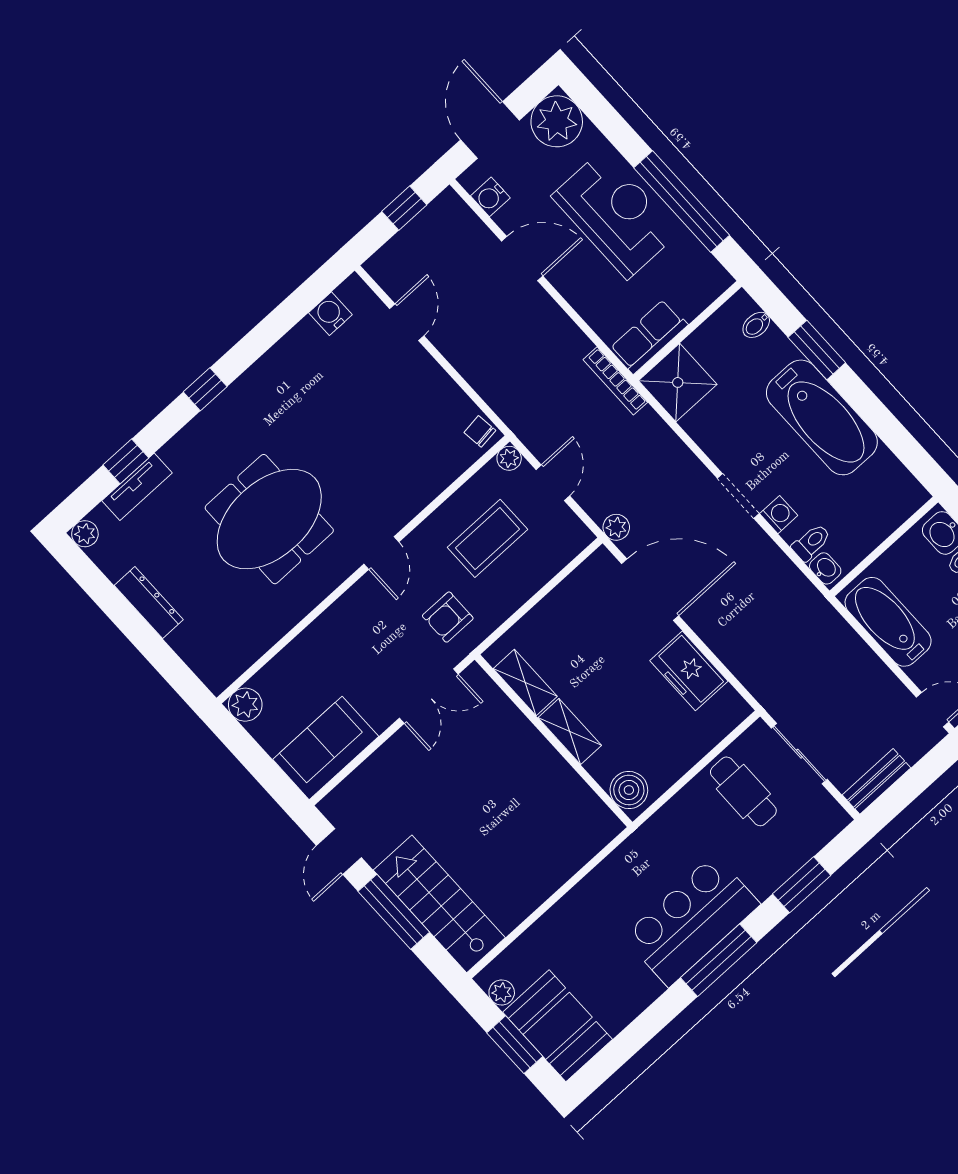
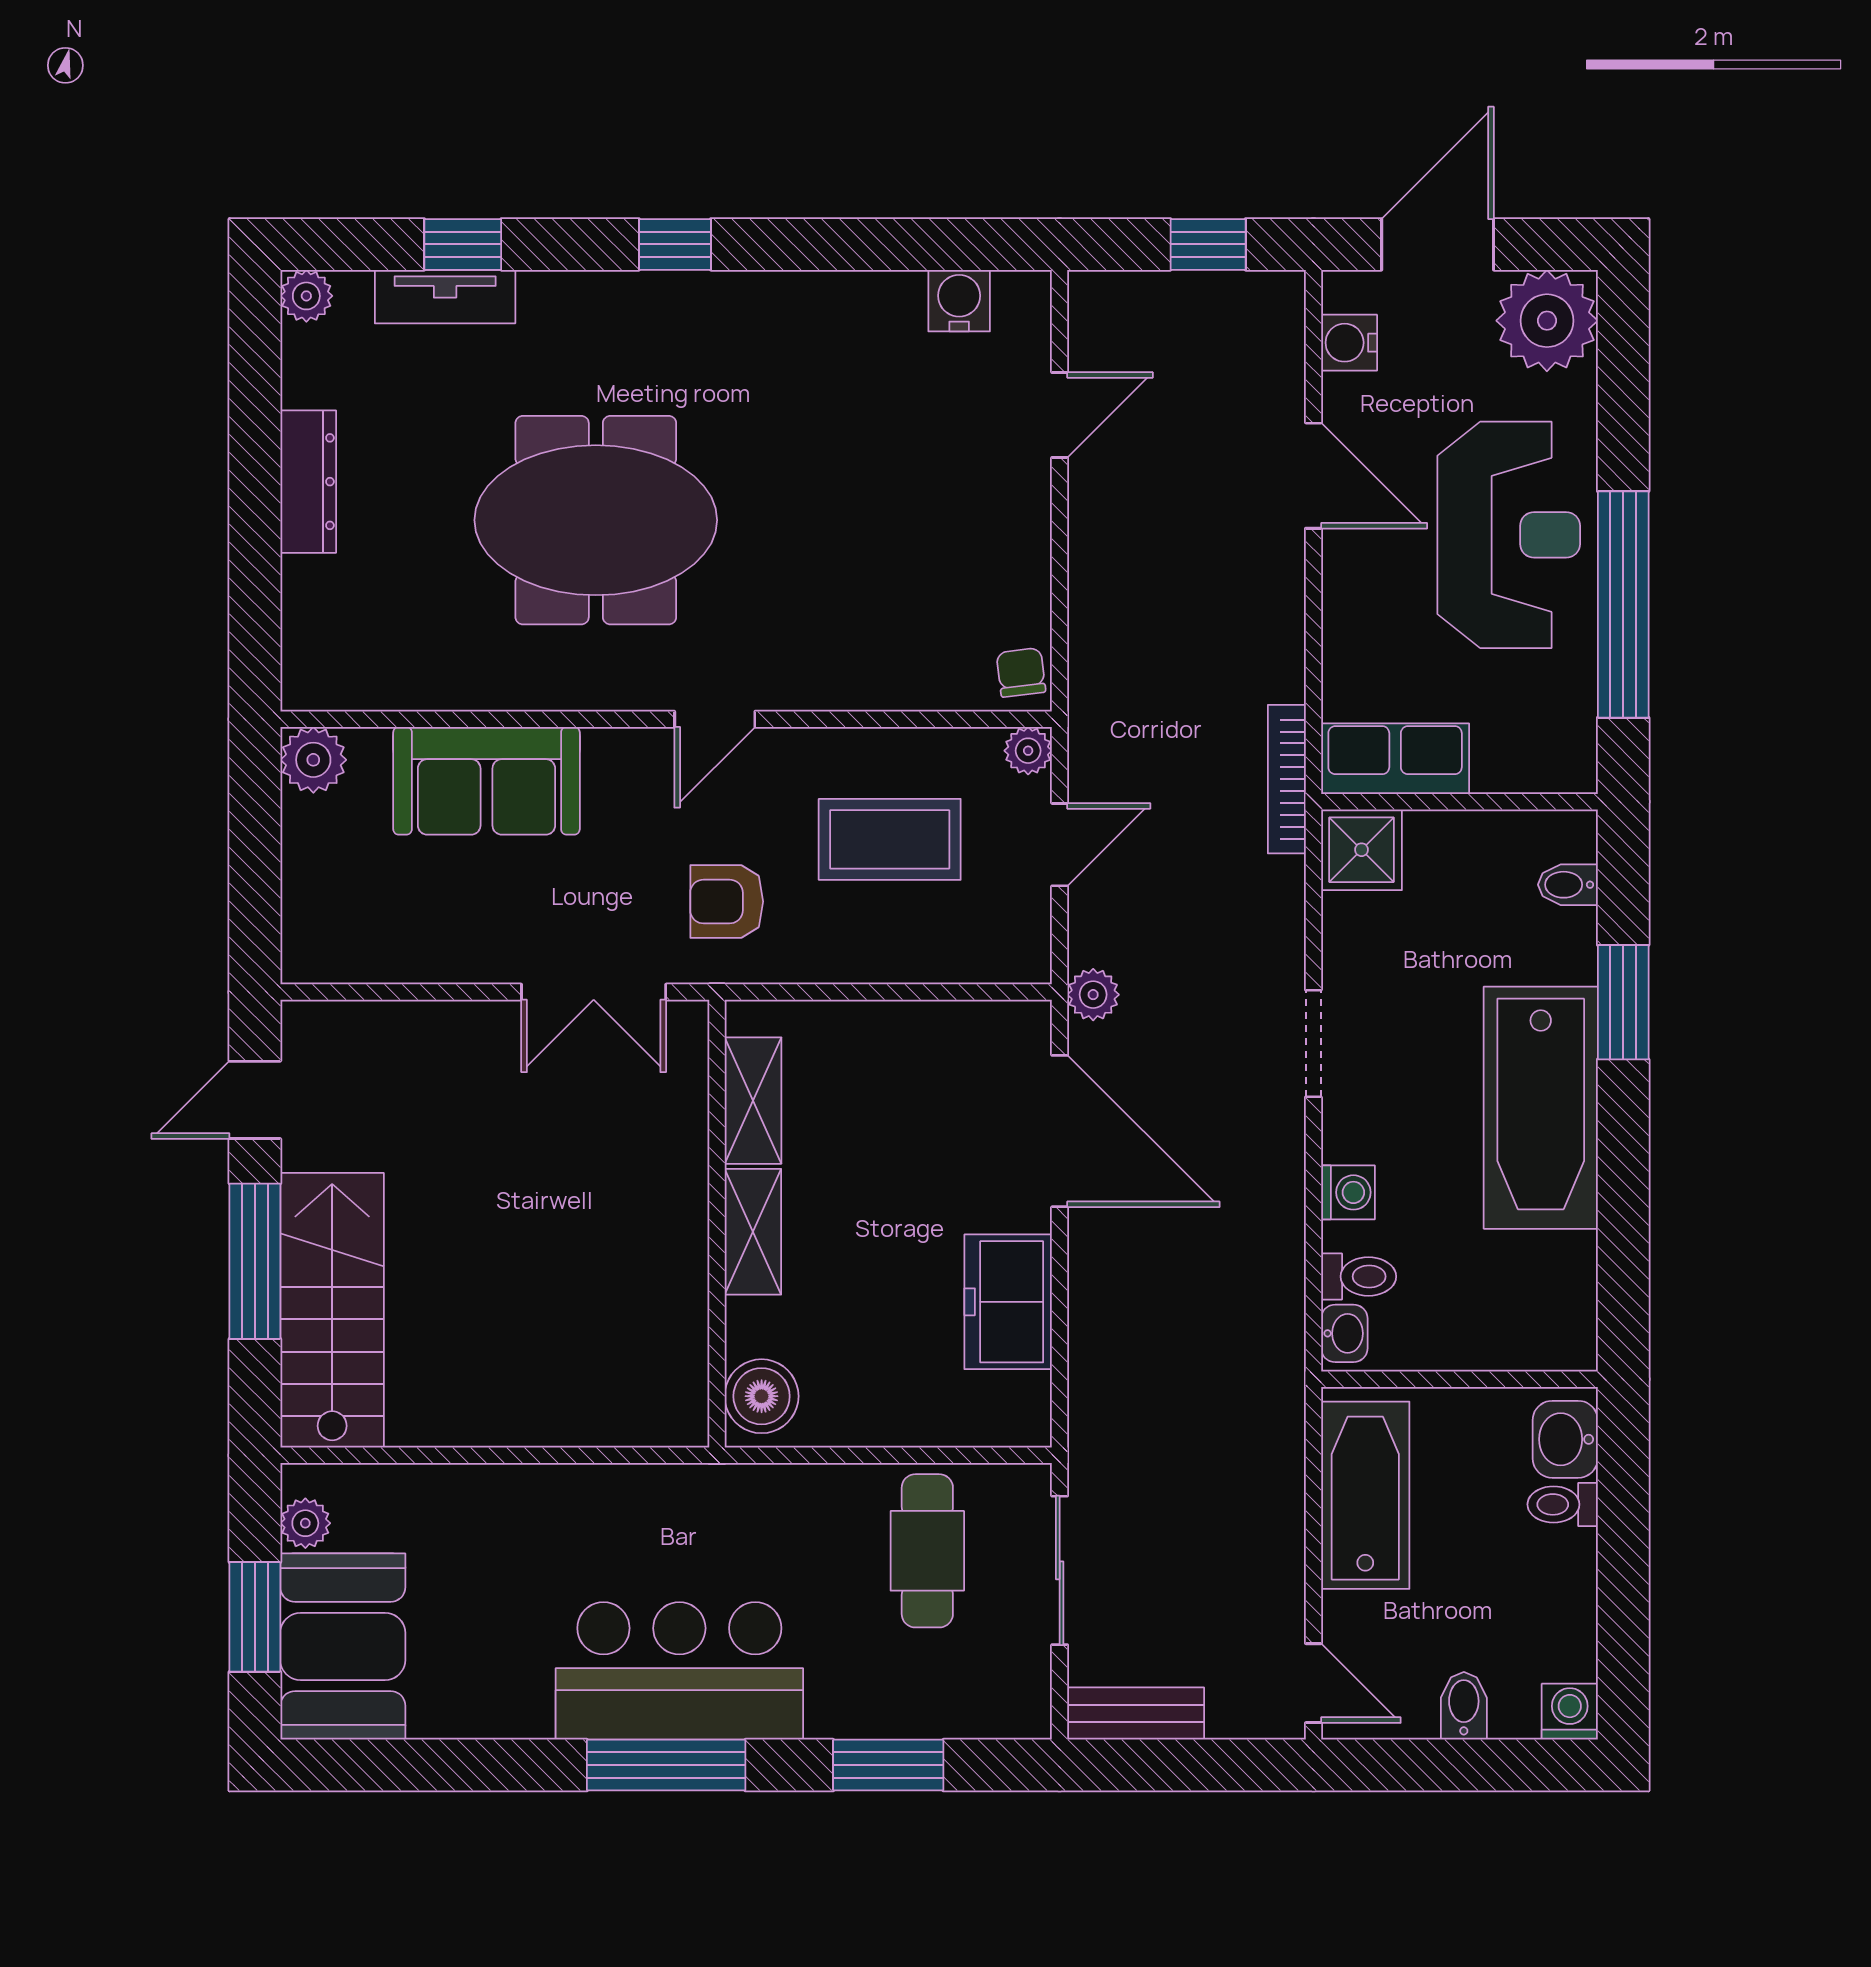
shower: (678, 382) -> (1362, 850), width x0.73, depth x0.73
doorway: (738, 496) -> (1313, 1044), moved
sofa: (326, 748) -> (486, 781), moved, turned 180

